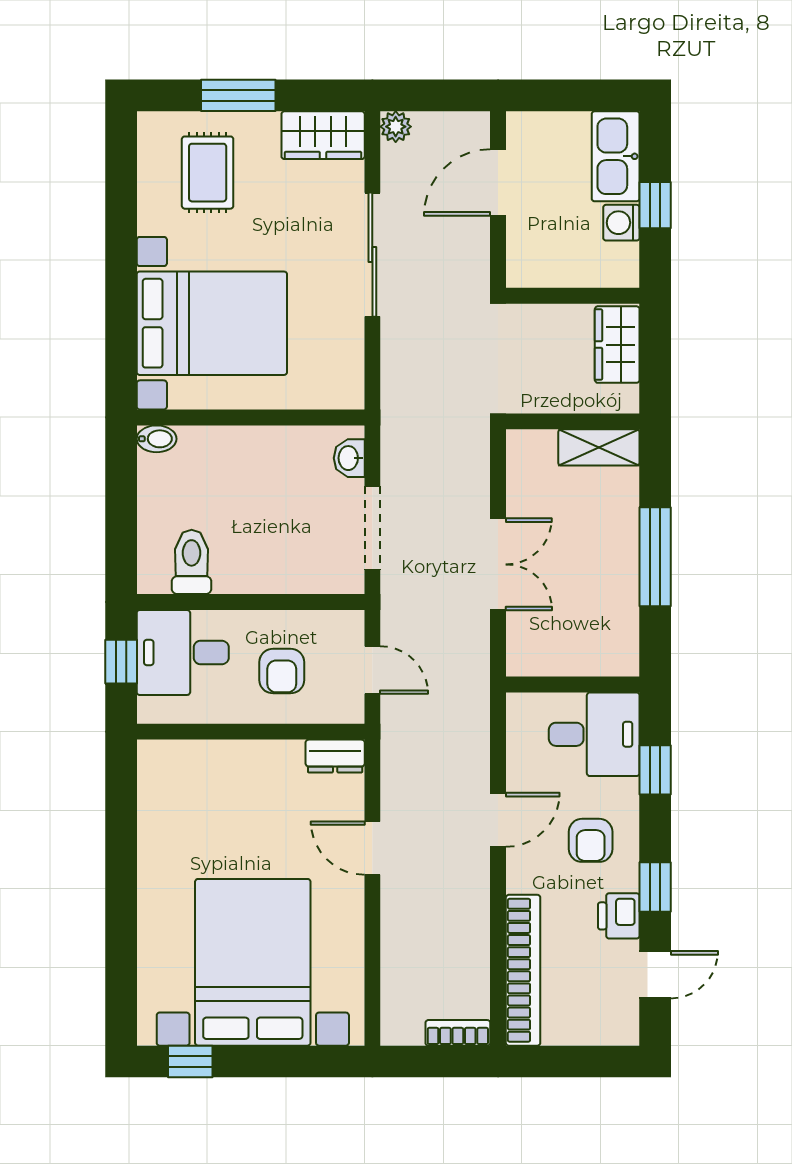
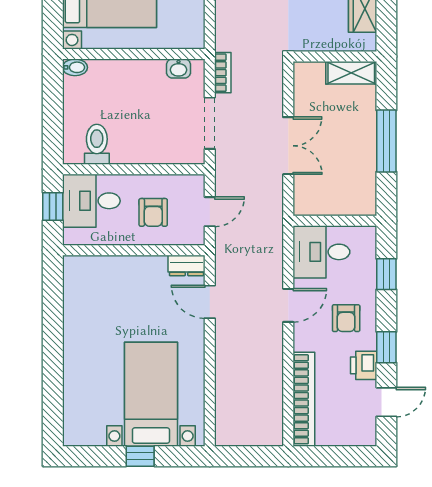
washbasin: (349, 458) -> (178, 69), moved, turned -90
door: (372, 670) -> (210, 212), hinge flipped
desk: (594, 734) -> (321, 252), moved, turned 180
door: (372, 848) -> (210, 302), moved
bed with nightstands: (253, 962) -> (151, 394), width x0.73
bookcase: (458, 1033) -> (223, 73), moved, turned 90
window: (190, 1061) -> (140, 456), moved

